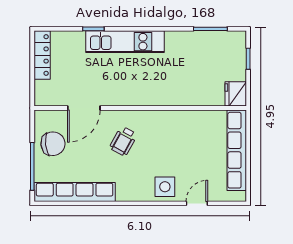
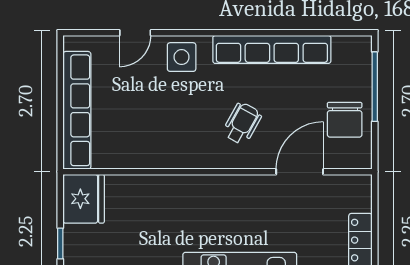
fridge: (236, 94) -> (84, 199), width x1.36, depth x1.34
chair: (53, 144) -> (345, 120), turned -84
row of seats: (75, 192) -> (272, 49), moved

